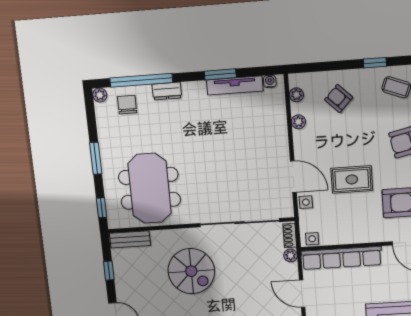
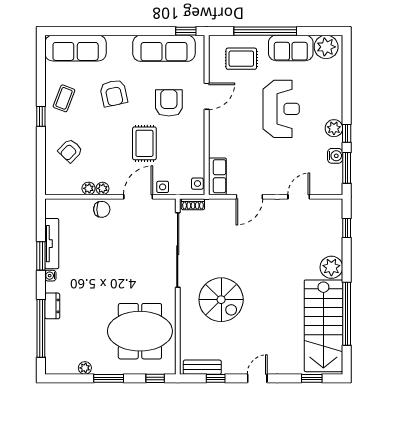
water cooler: (270, 81) -> (50, 276), moved
plant: (100, 95) -> (85, 368), moved
plant: (296, 95) -> (102, 188), moved
chair: (127, 105) -> (102, 209), moved, turned 180
bench: (130, 239) -> (202, 367), moved, turned 90
plant: (291, 256) -> (212, 205), removed
row of seats: (342, 258) -> (217, 176), width x0.50
spiral stairs: (191, 271) -> (221, 300), turned 90

